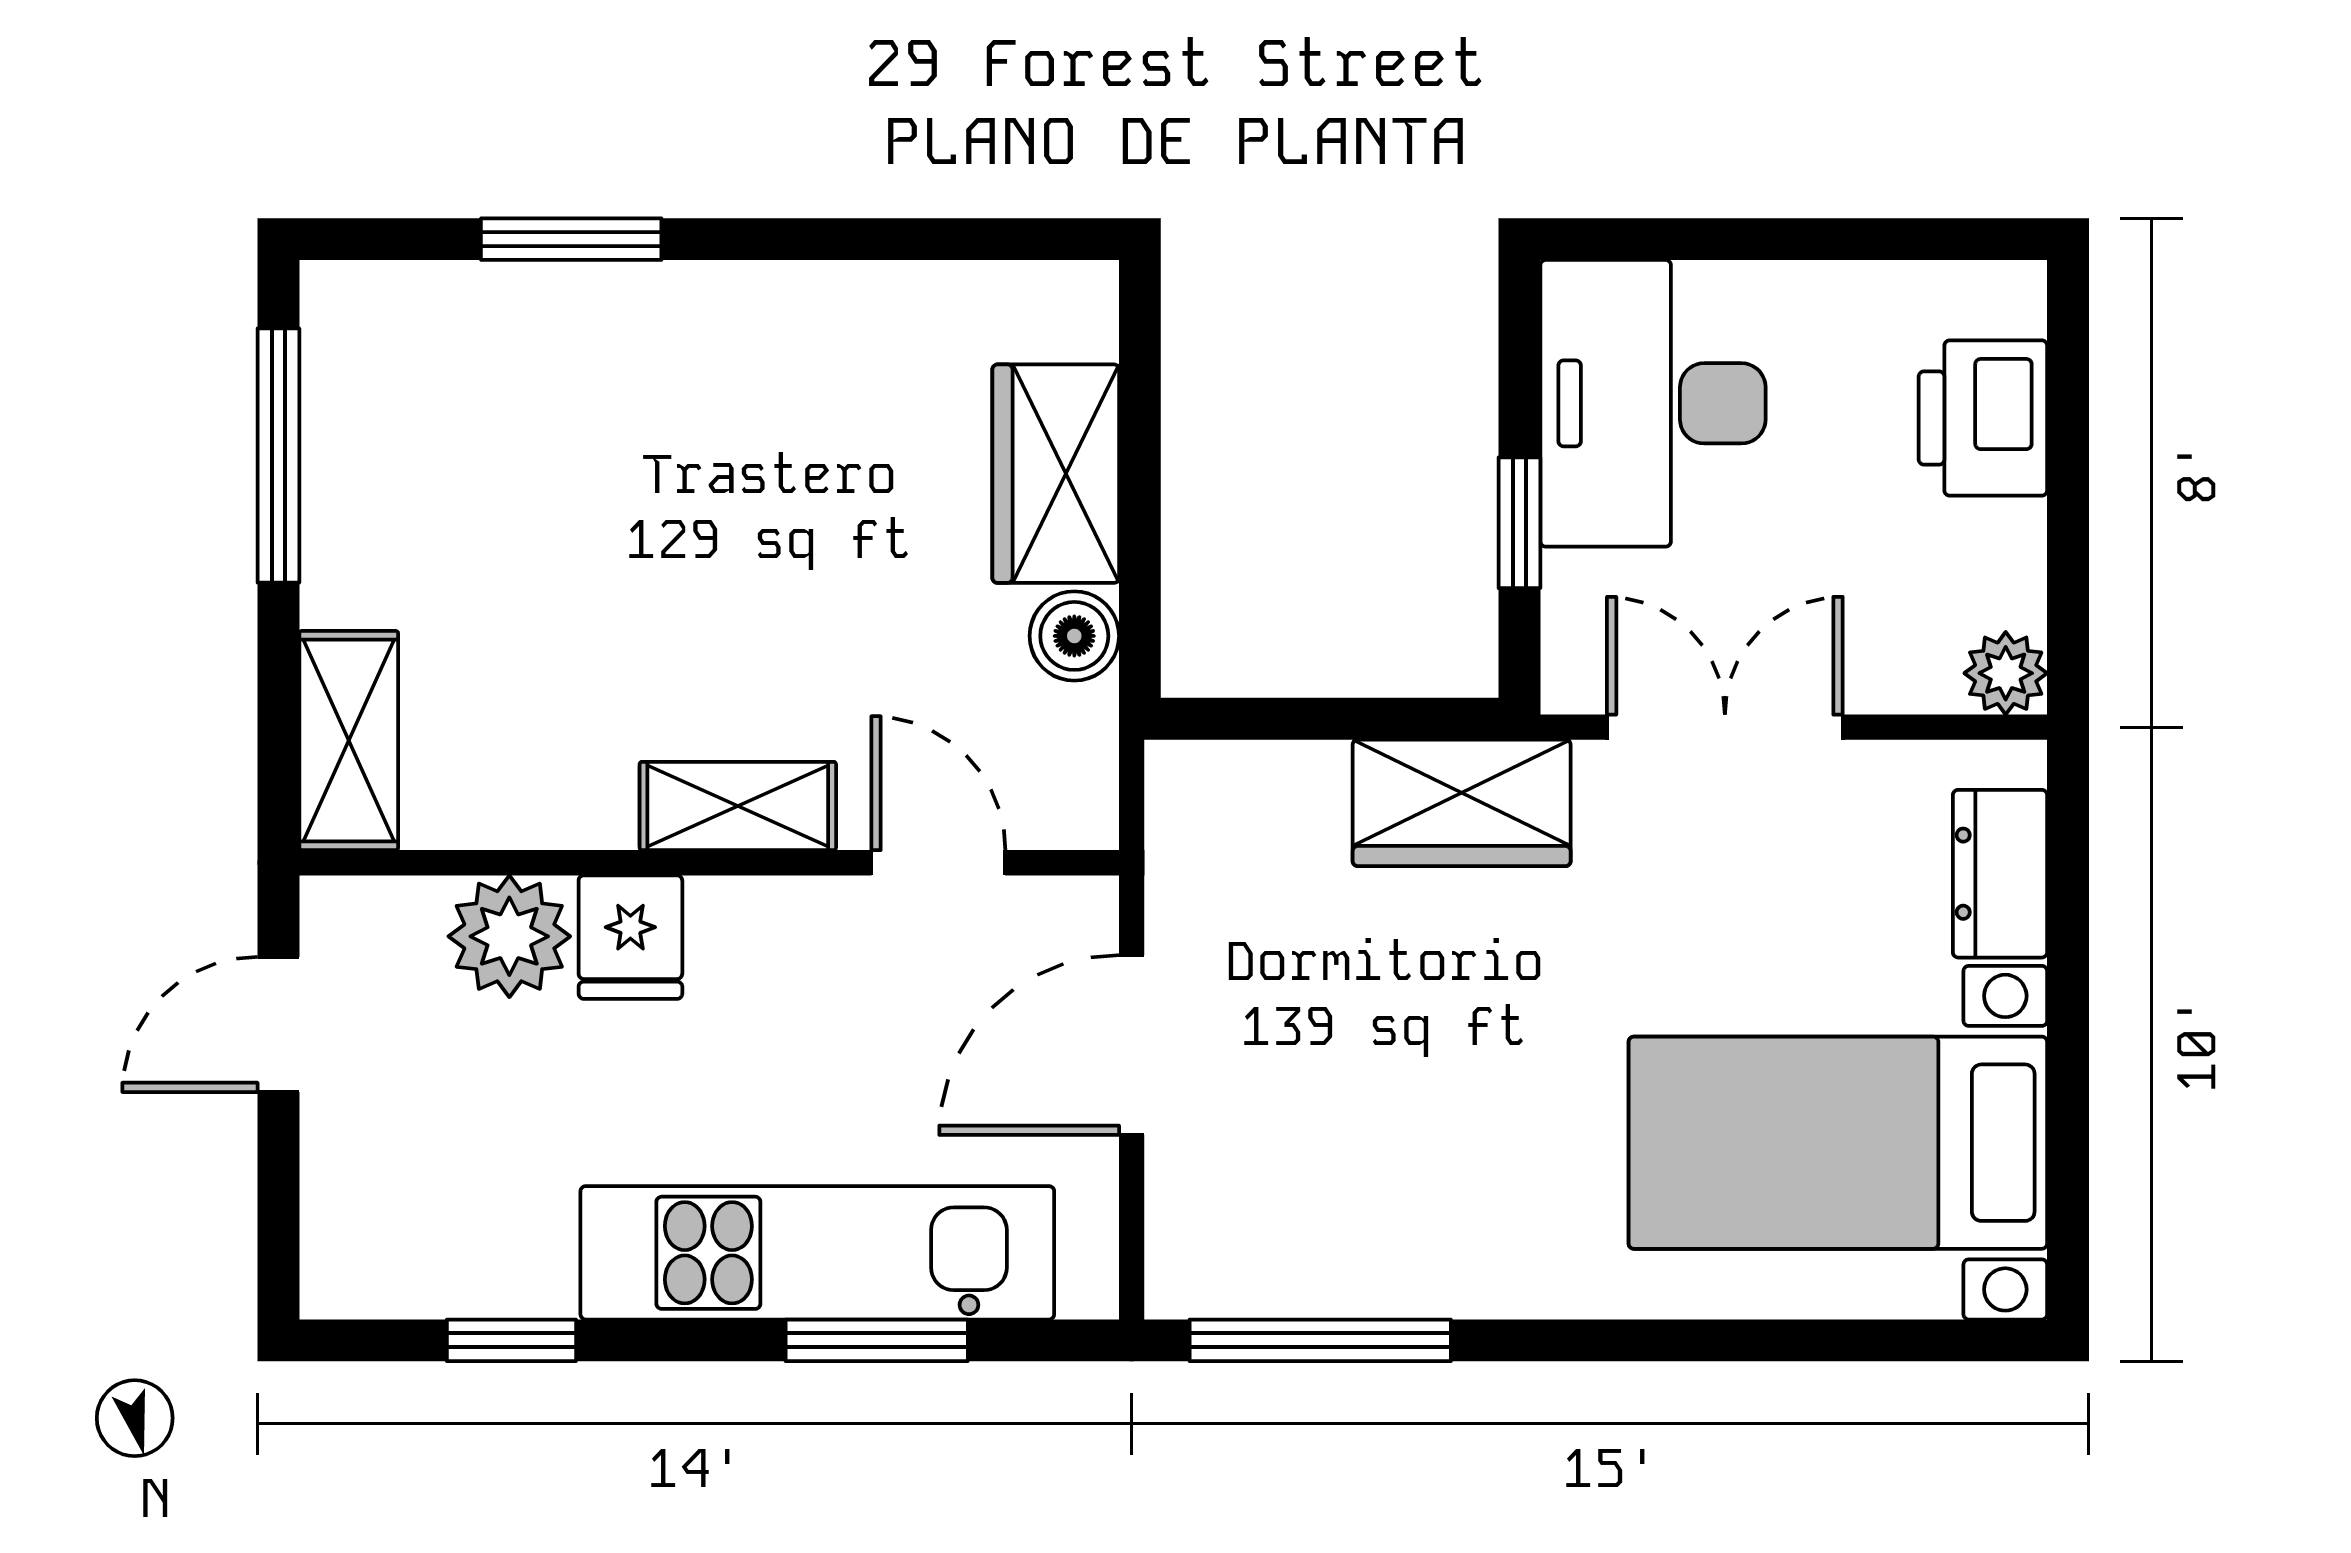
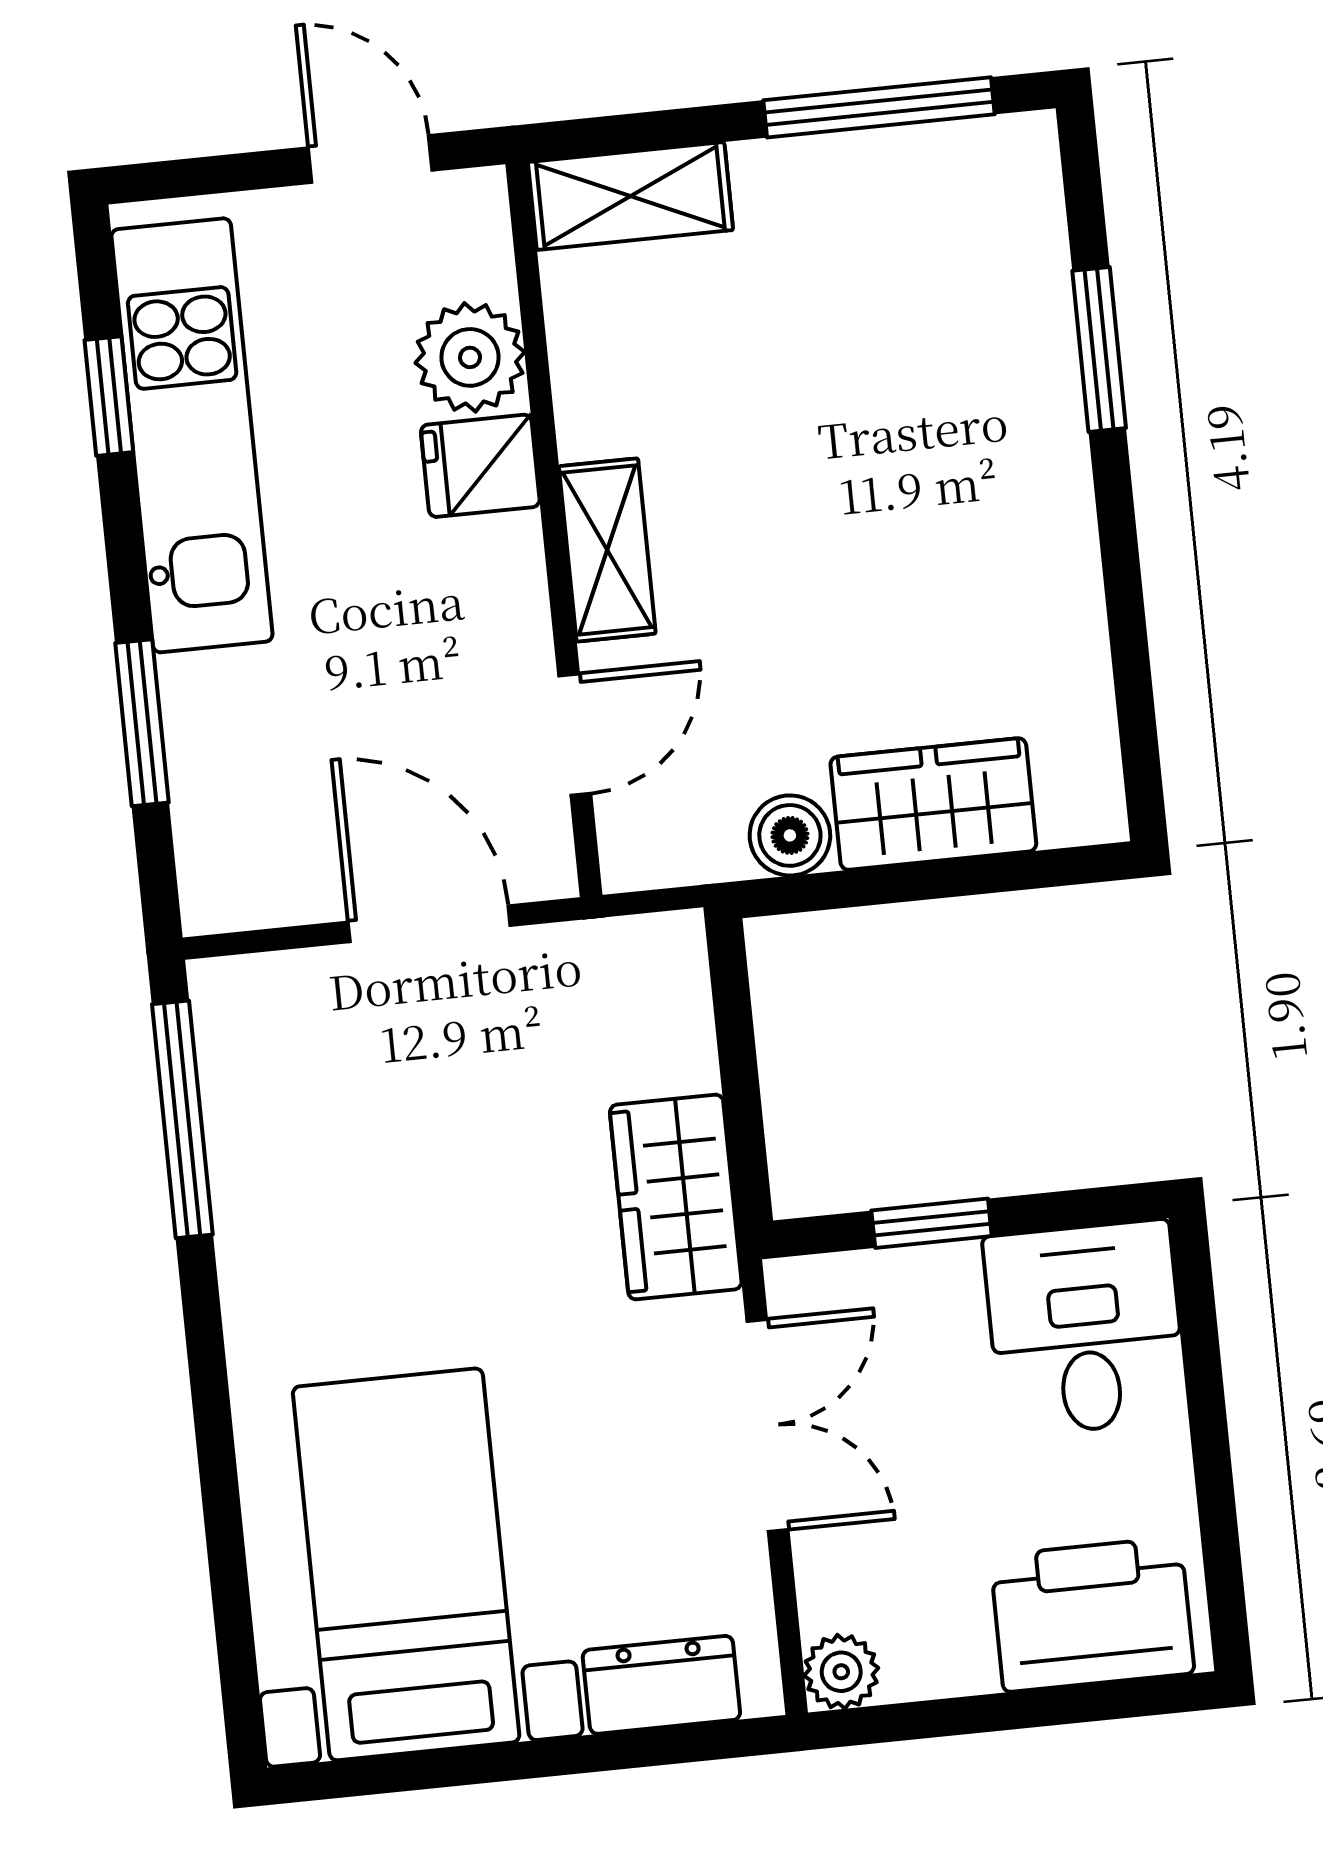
desk: (1653, 403) -> (1085, 1328), width x0.73
printer: (1983, 418) -> (1092, 1614), width x1.37, depth x1.19
kitchen unit: (817, 1253) -> (192, 435), moved

